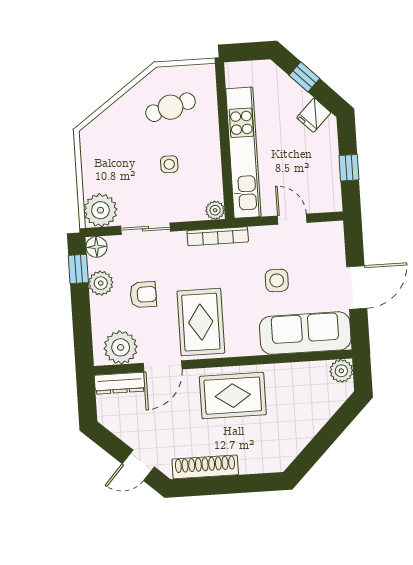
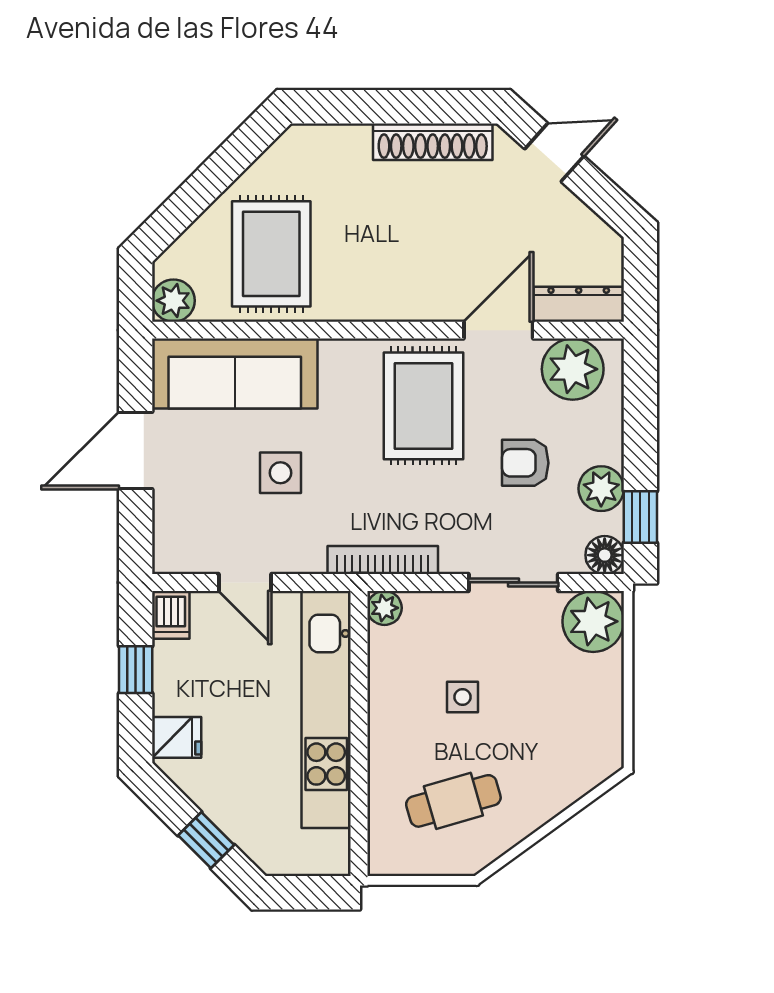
fridge: (314, 115) -> (177, 737), moved, turned 45
dishwasher: (332, 199) -> (171, 615), added
rug: (233, 396) -> (271, 254), moved, turned 90

